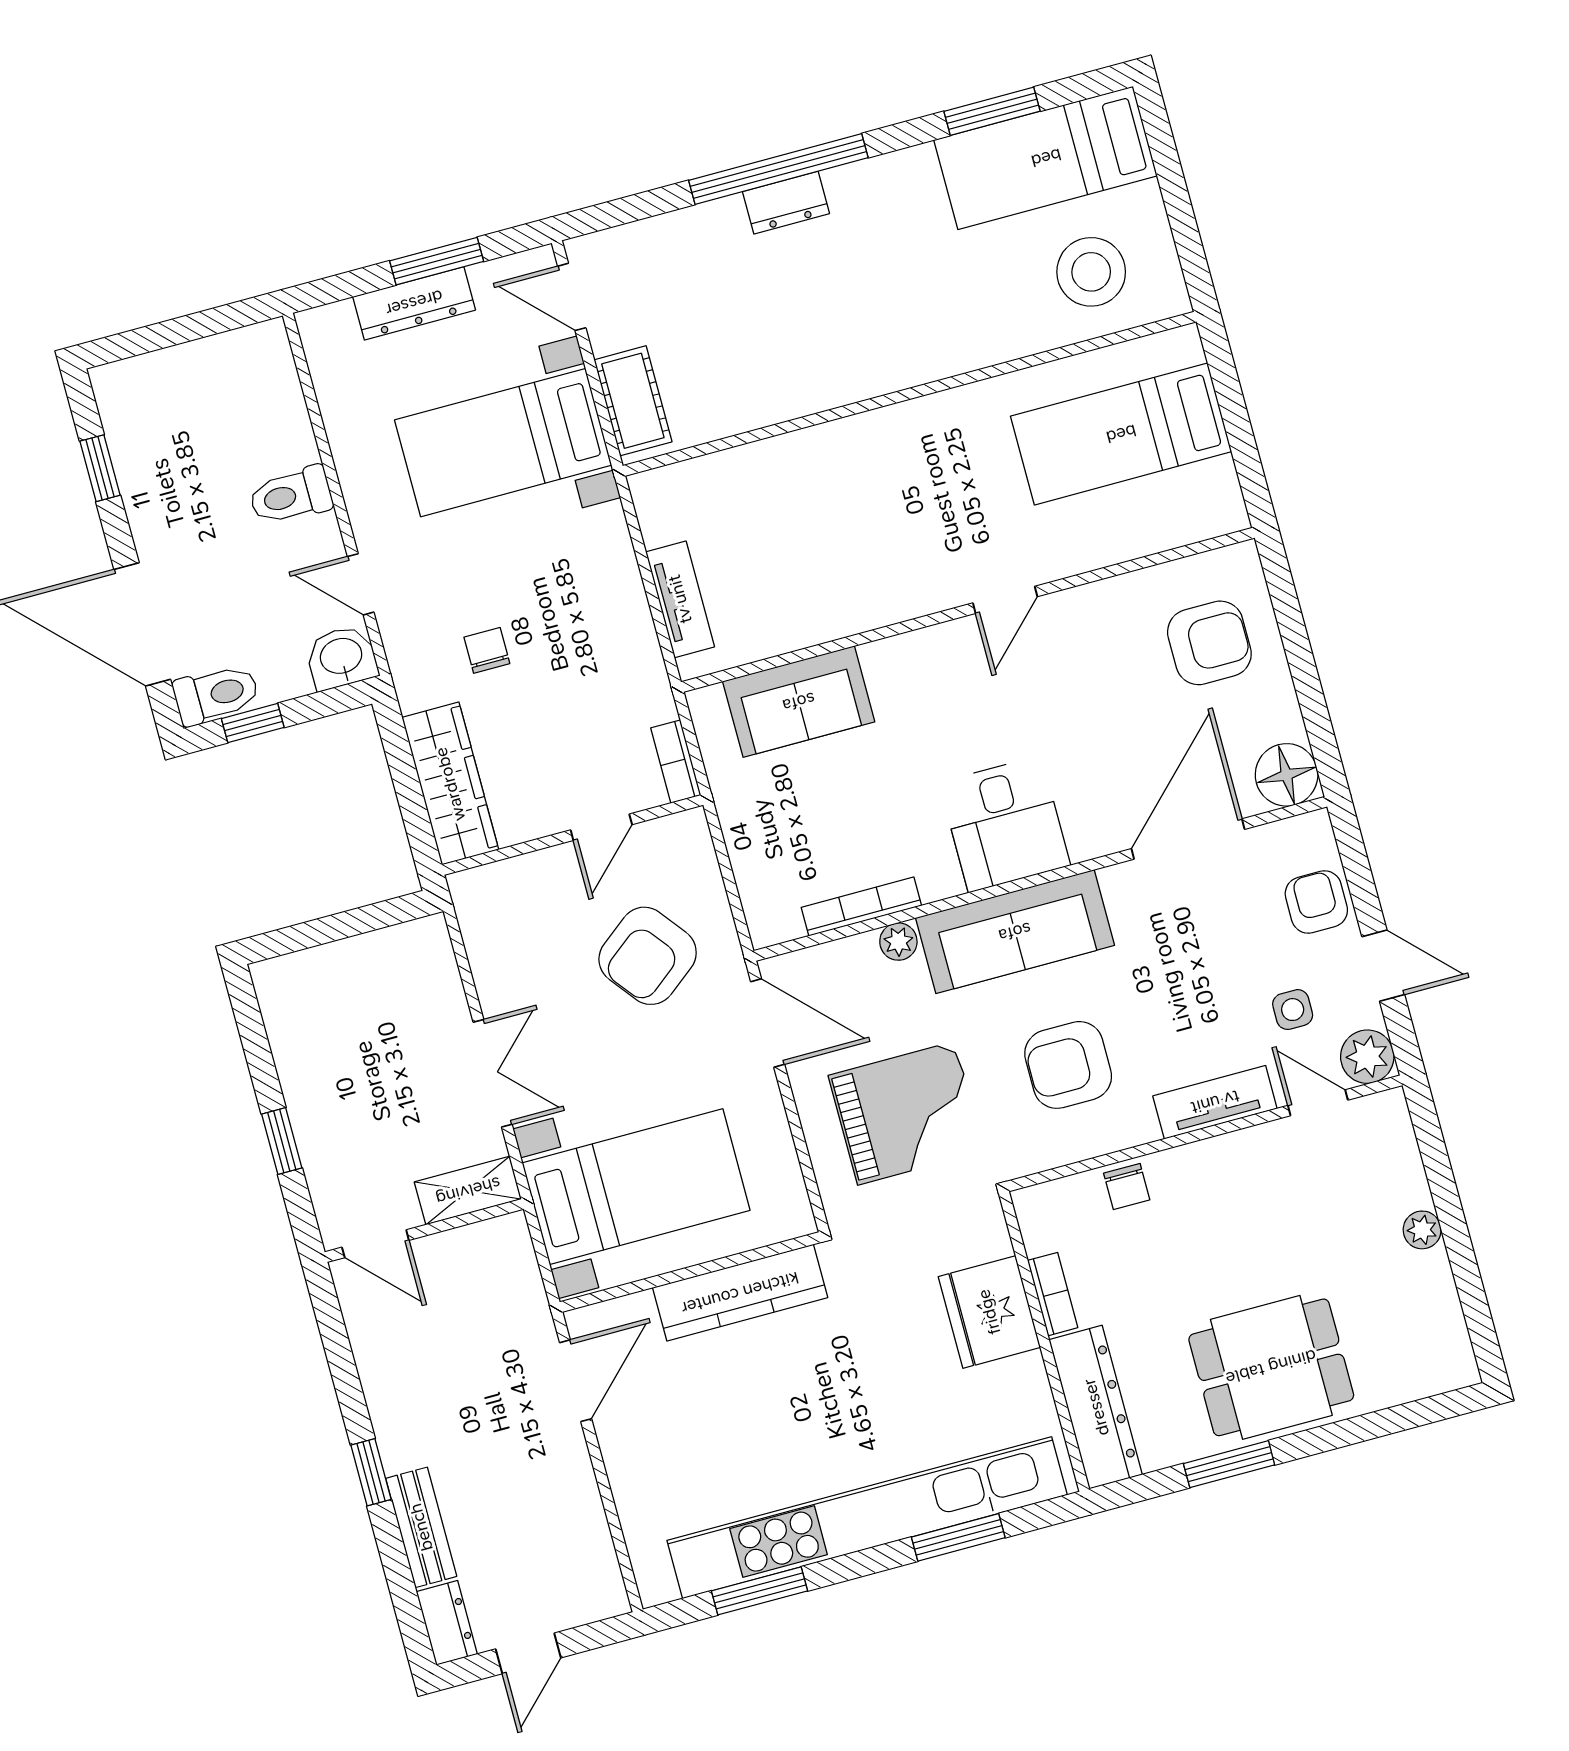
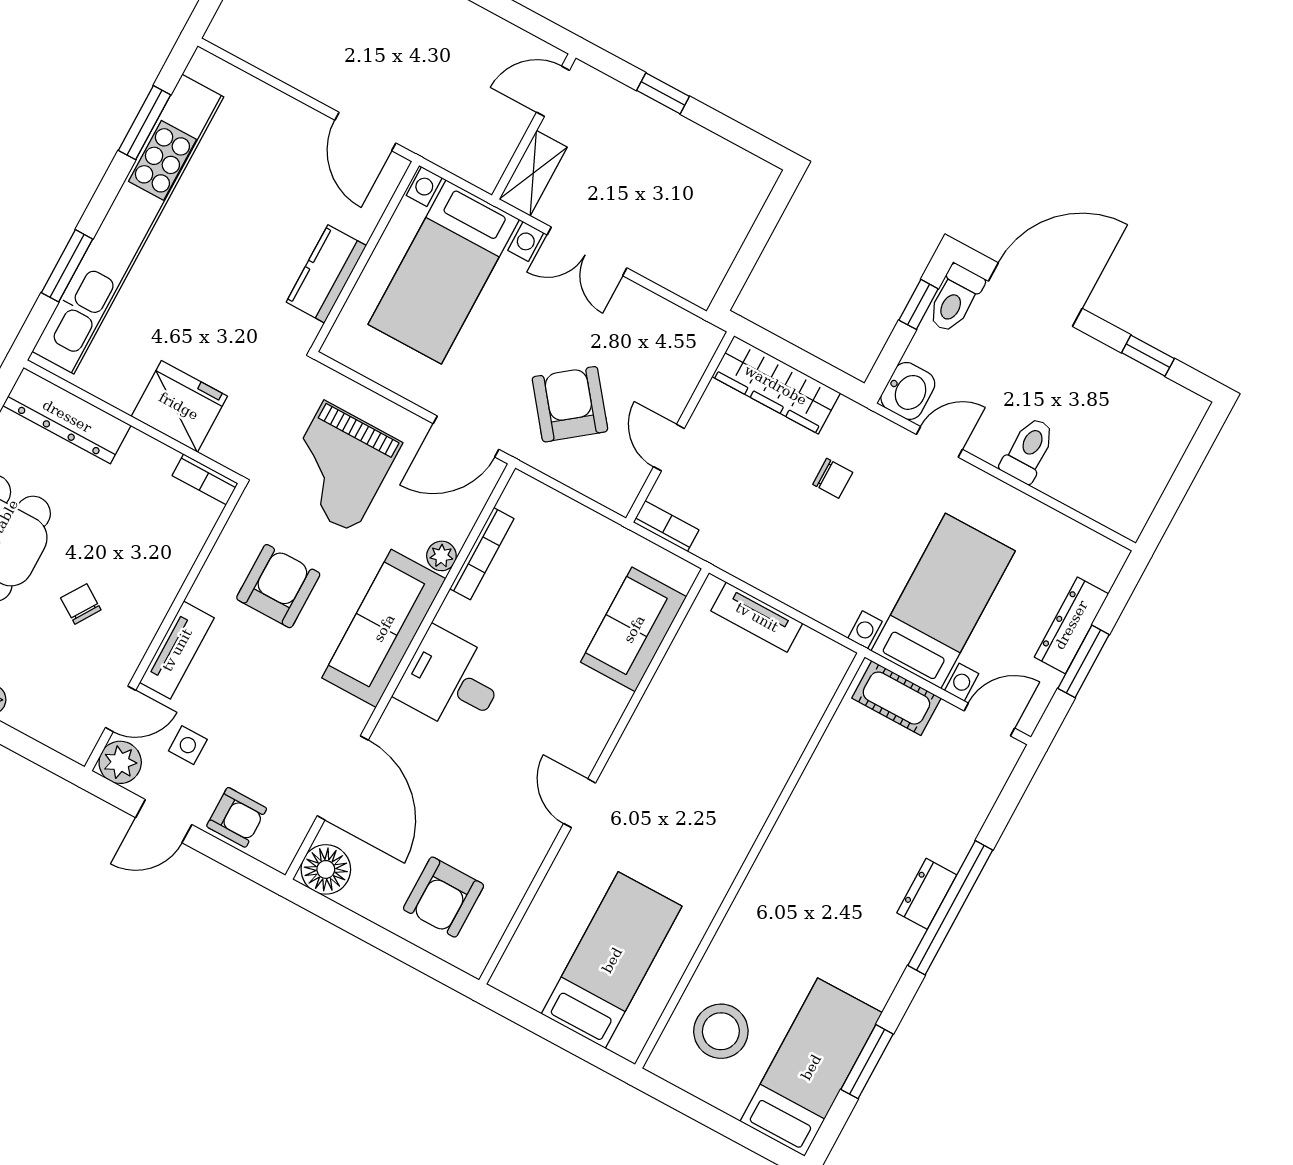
chair: (1127, 1186) -> (81, 604), moved, turned 33
kitchen counter: (740, 1293) -> (326, 274), width x0.67
bookcase: (1053, 1294) -> (205, 479), moved

